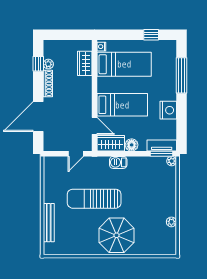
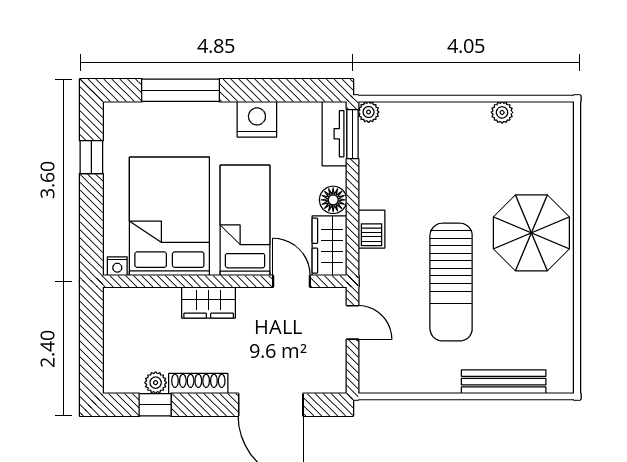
wardrobe: (85, 63) -> (209, 302), moved
bed: (124, 64) -> (169, 216), width x1.50
door: (95, 126) -> (292, 281), hinge flipped

